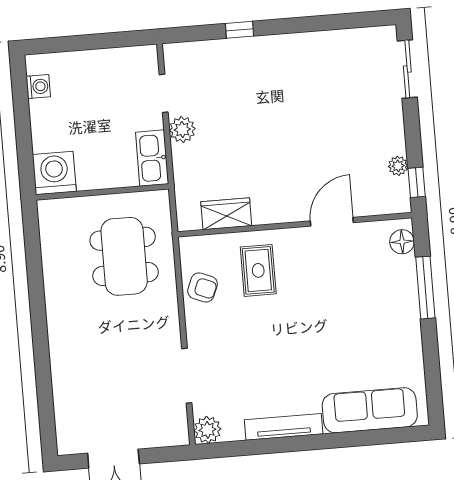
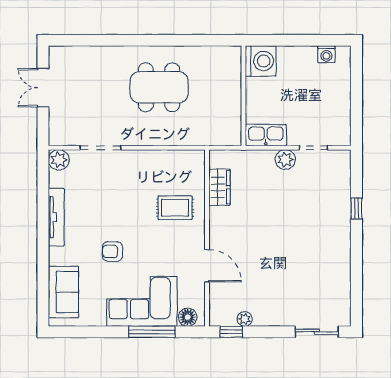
dining table: (124, 256) -> (159, 87), moved
armchair: (203, 287) -> (112, 251), moved, turned 68
corner sofa: (386, 304) -> (142, 301), added
sofa: (370, 410) -> (63, 292), width x0.73

